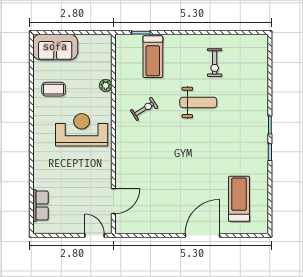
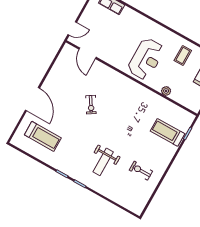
weight bench: (198, 102) -> (103, 162), moved
exercise bike: (144, 109) -> (91, 105), moved

